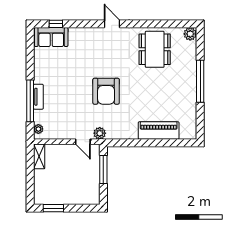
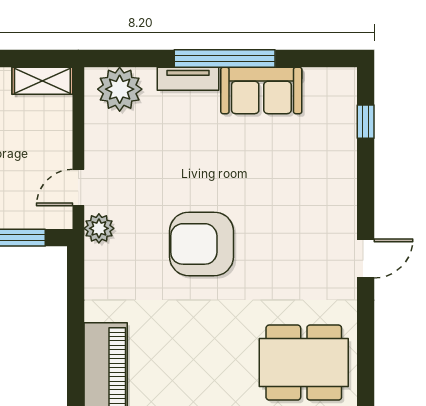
sofa: (51, 37) -> (261, 90), moved, turned -90
window: (30, 101) -> (225, 59), moved
plant: (38, 129) -> (120, 89), width x1.87, depth x1.87

